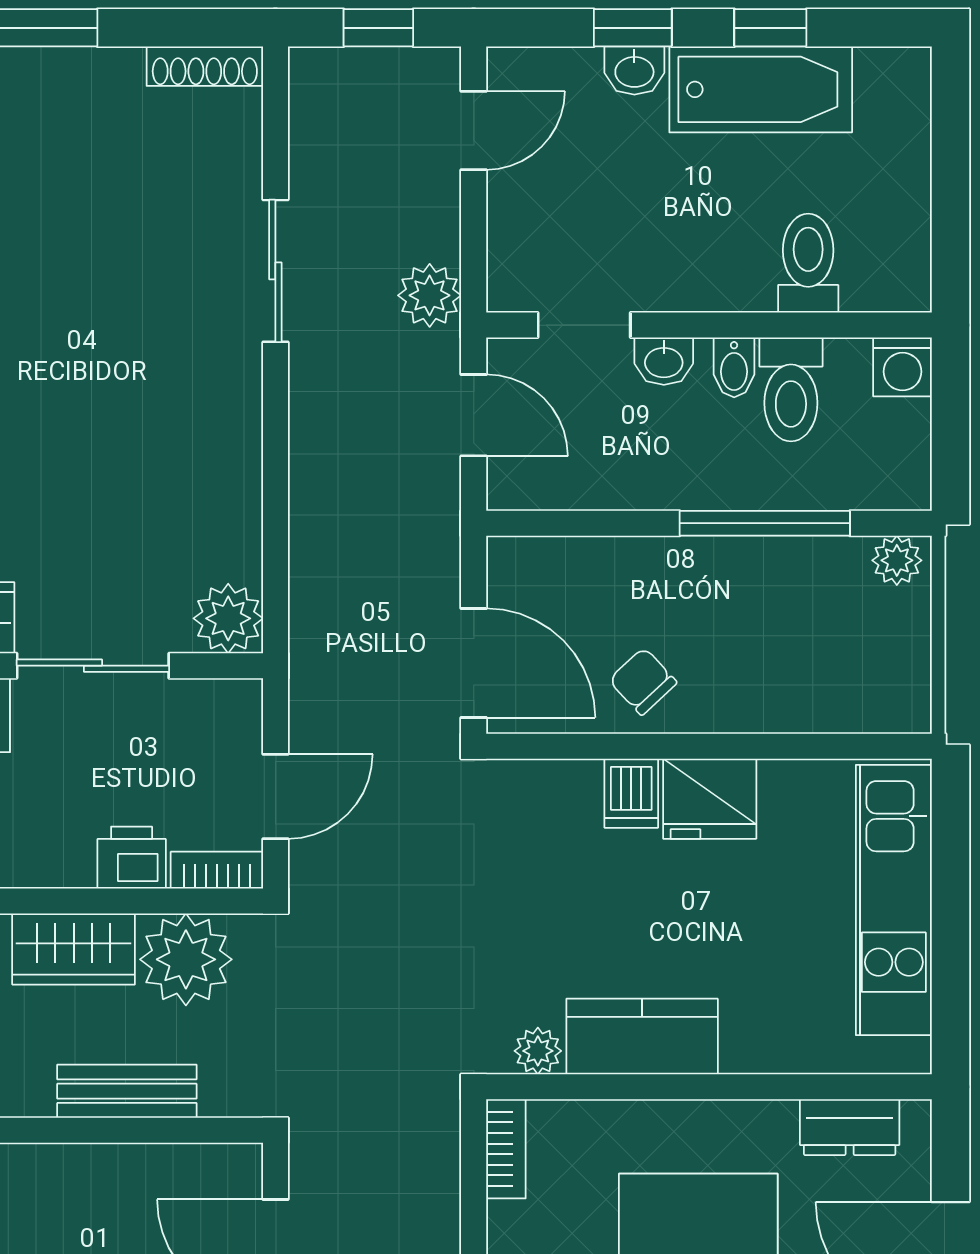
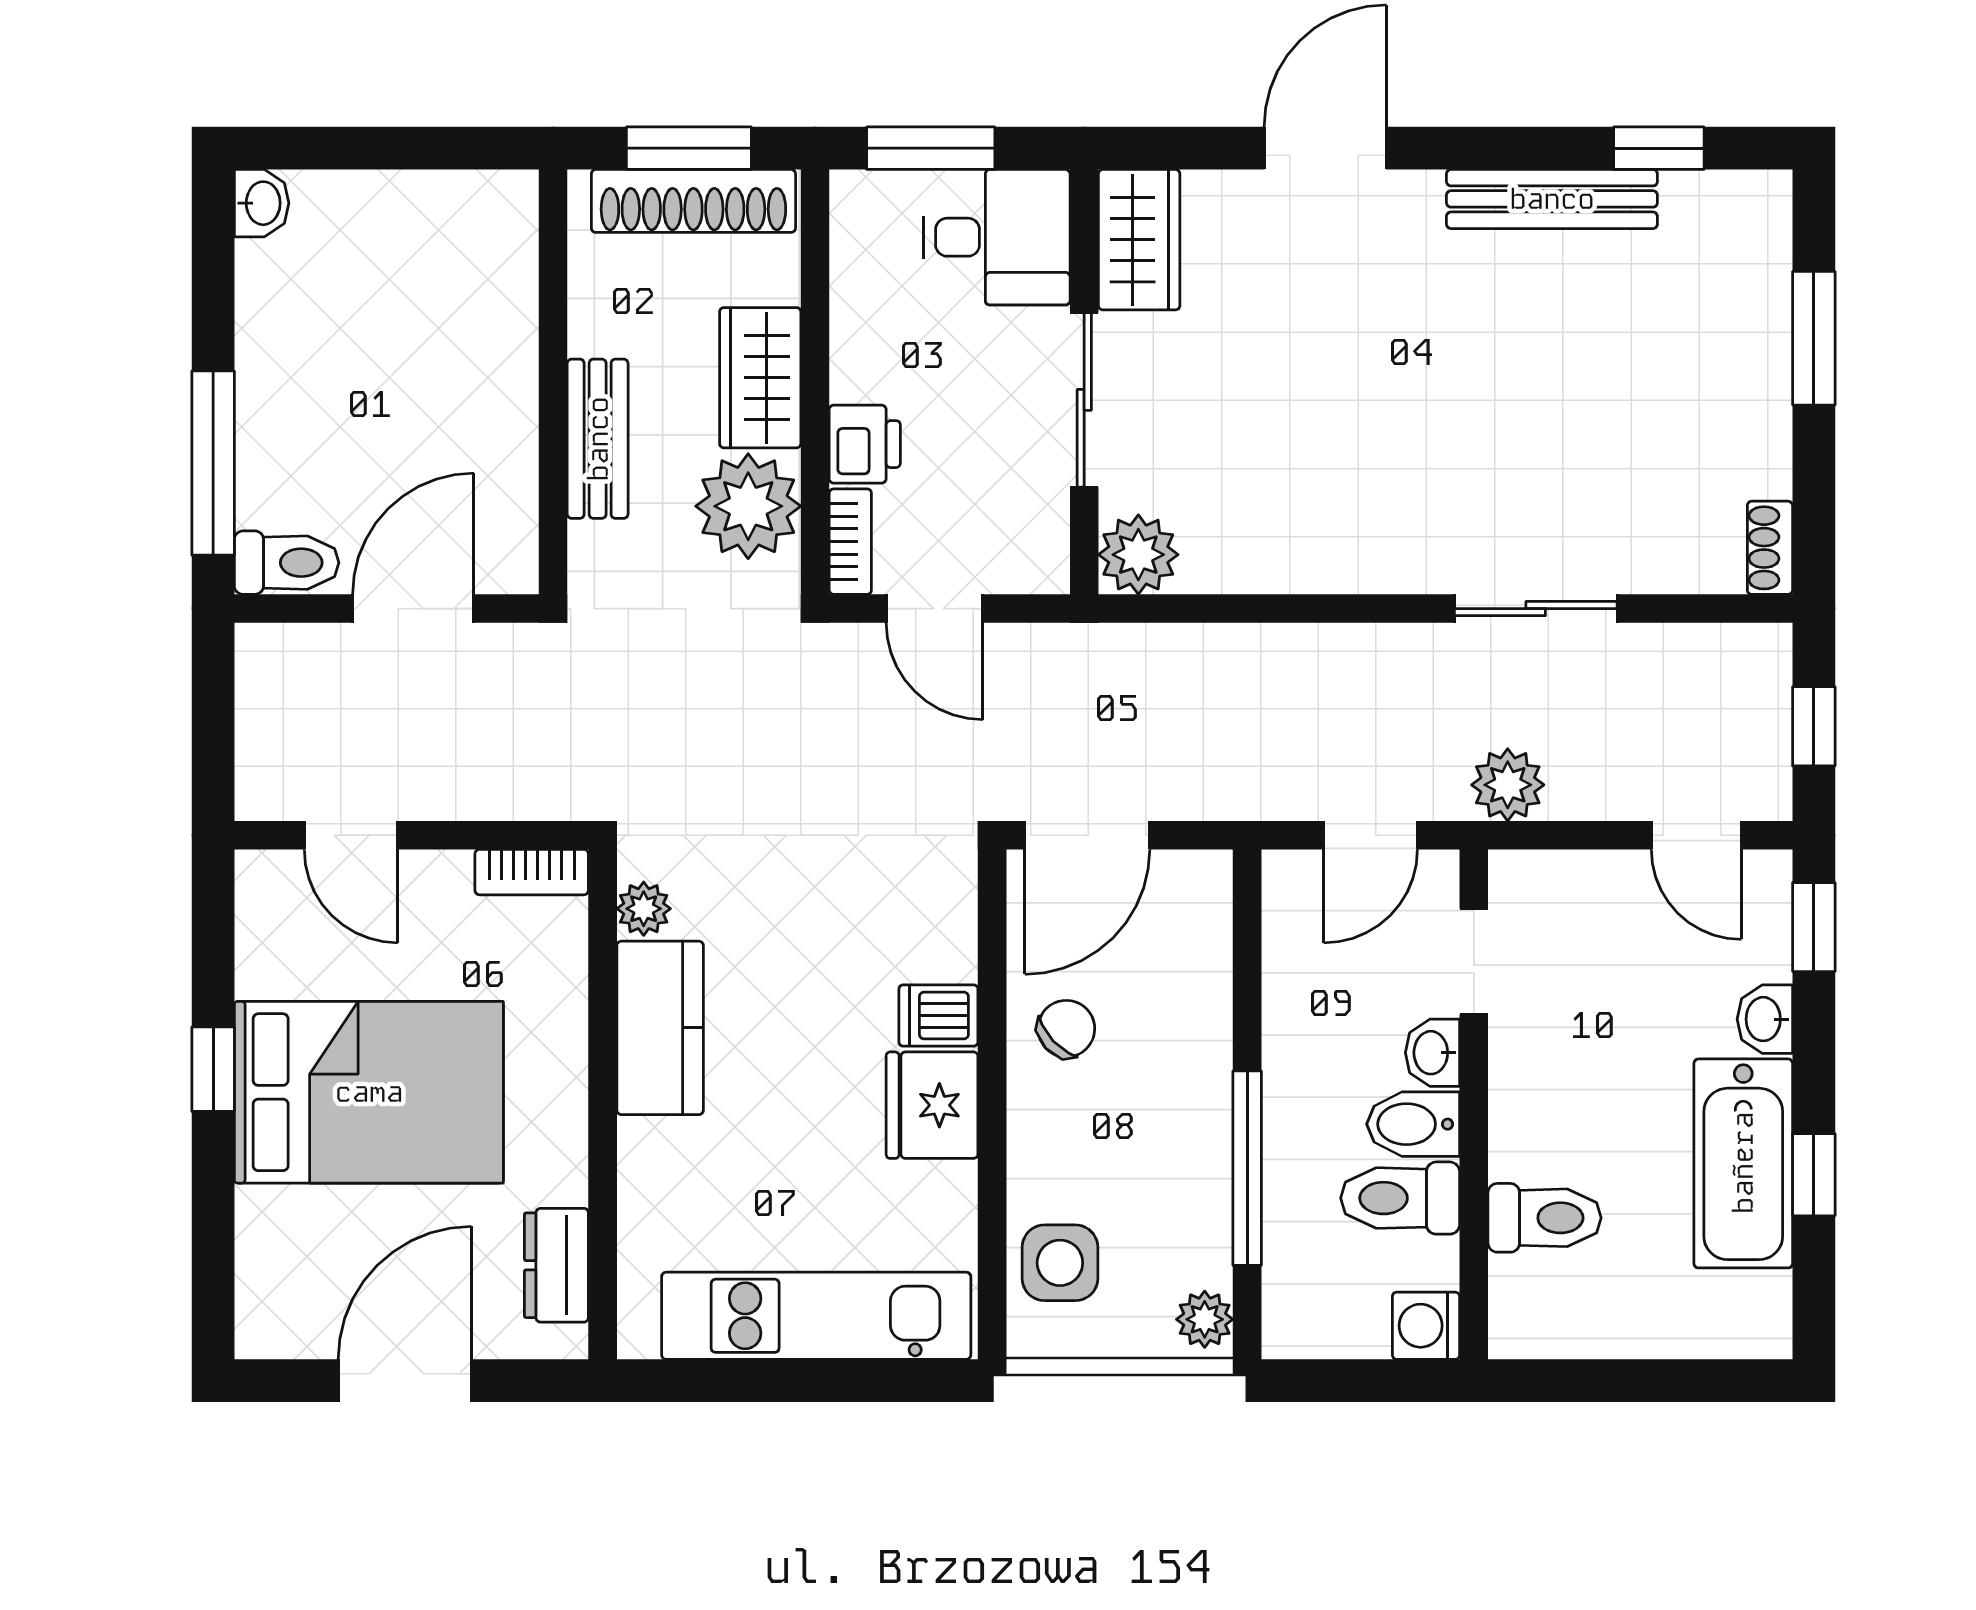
window: (633, 28) -> (1814, 927), moved
shoe rack: (205, 66) -> (1770, 548), width x0.70
bidet: (734, 367) -> (1413, 1124), width x1.38, depth x1.36
side table: (847, 687) -> (1060, 1263), added

